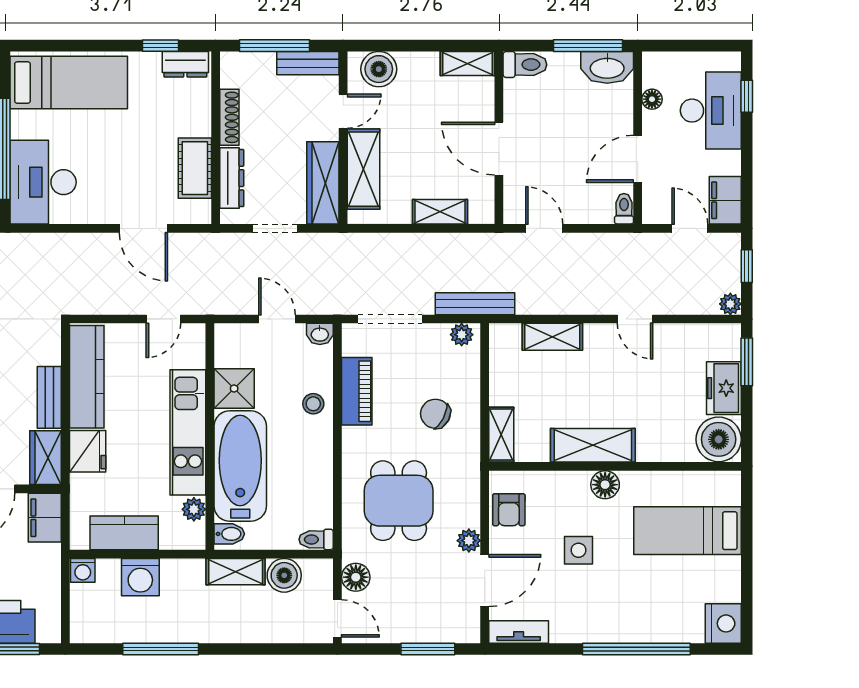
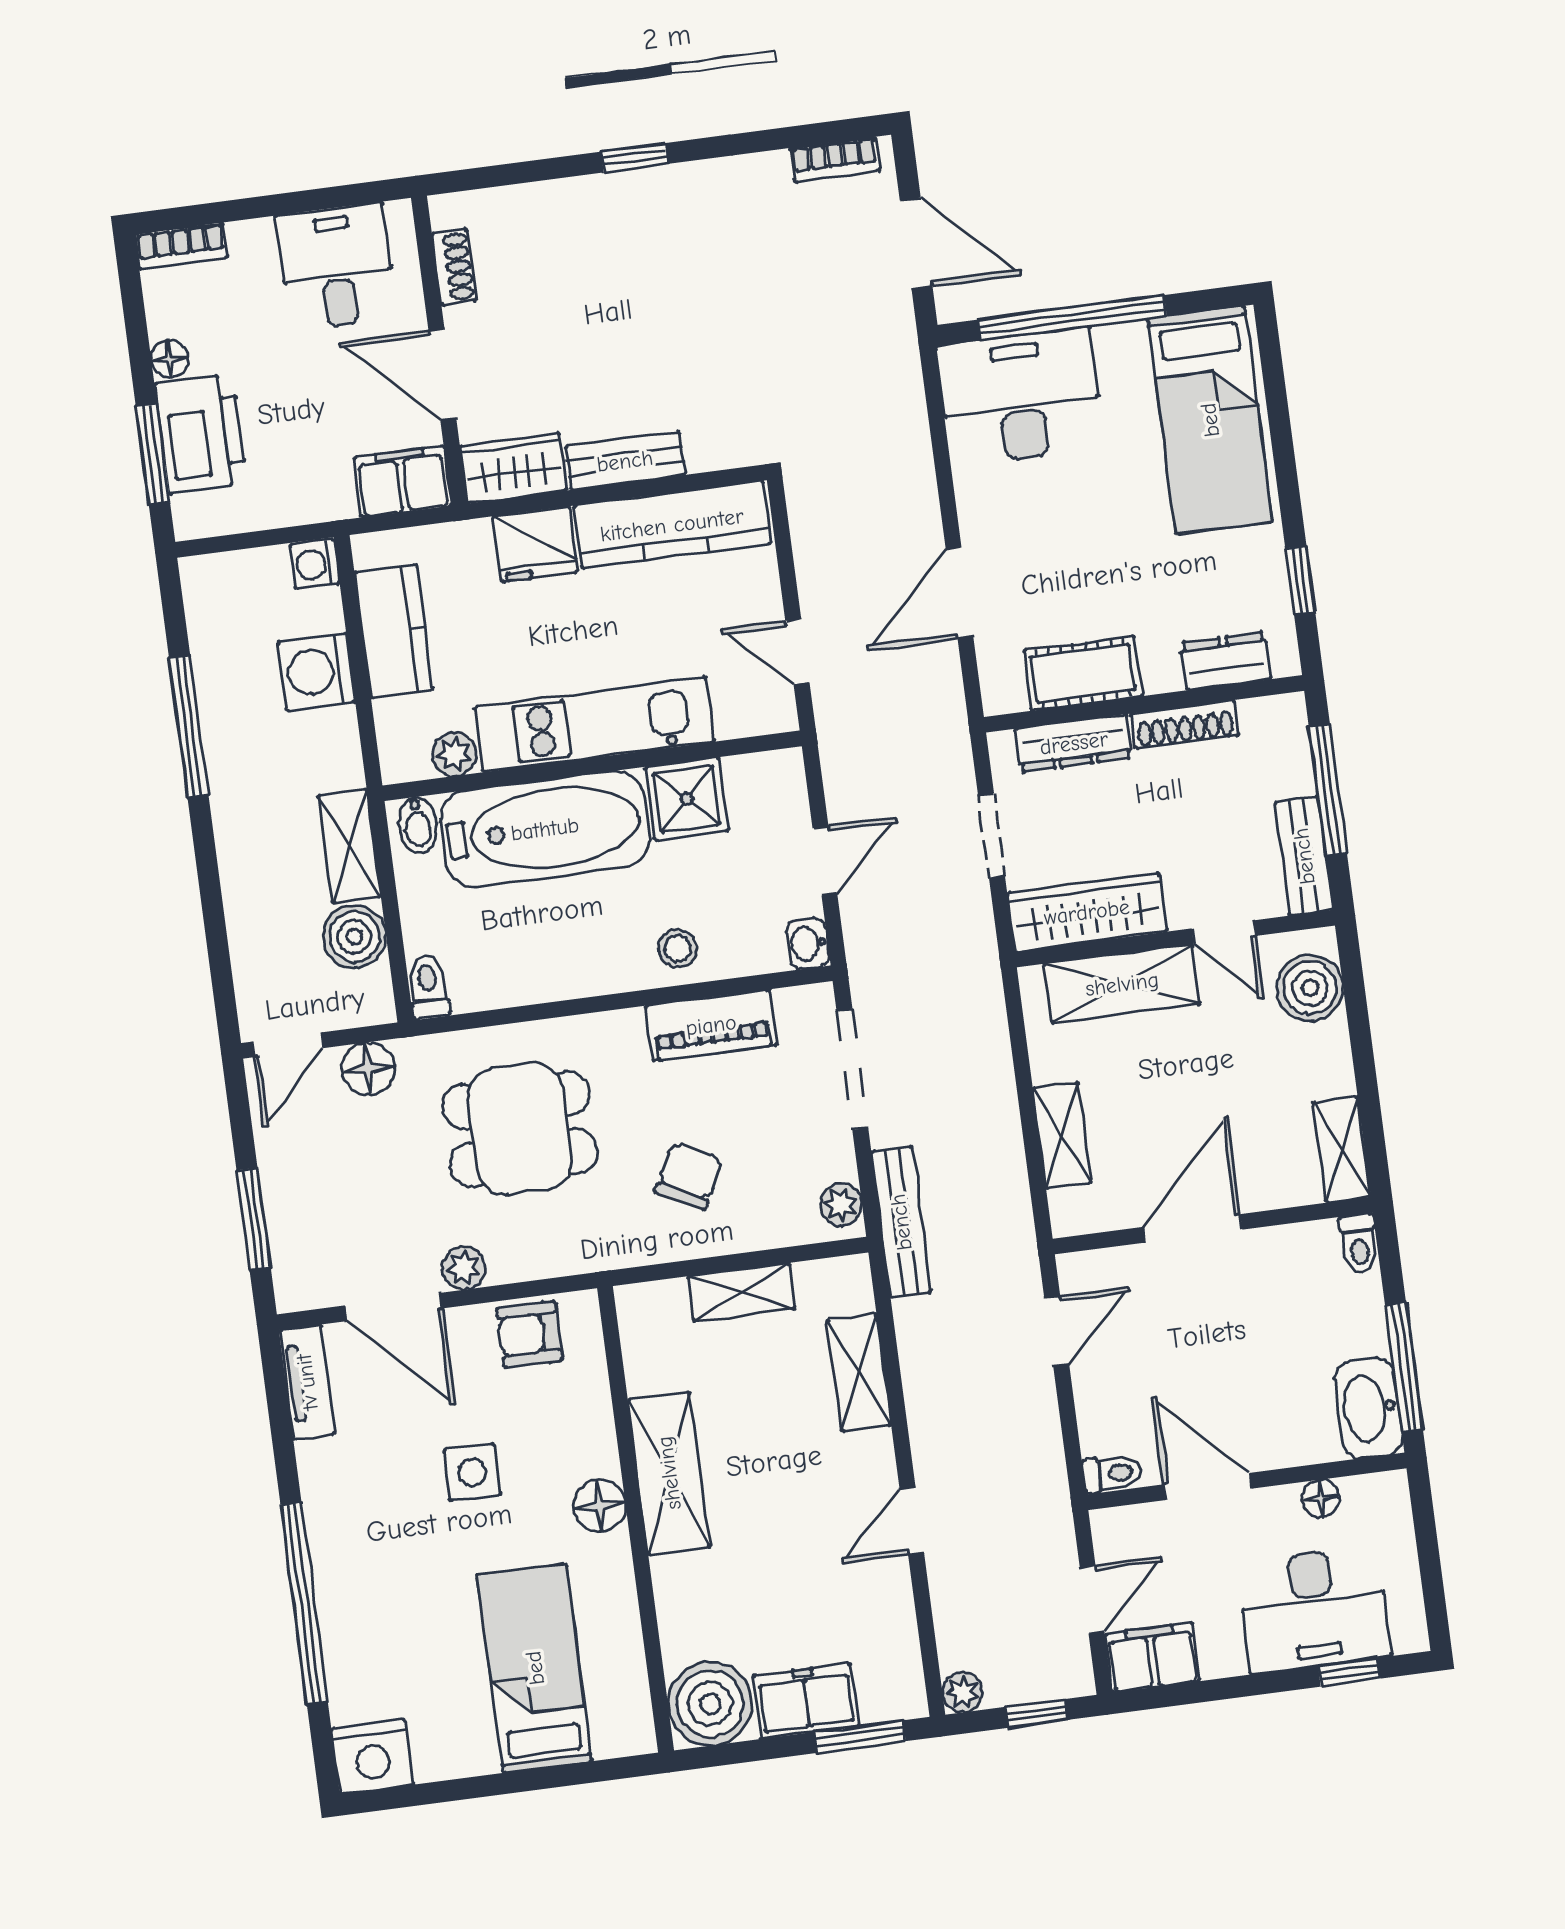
dresser: (185, 64) -> (1225, 661), moved, turned 90
toilet: (525, 65) -> (1359, 1244), width x0.73, depth x0.72
shelving: (501, 435) -> (741, 1292), moved

